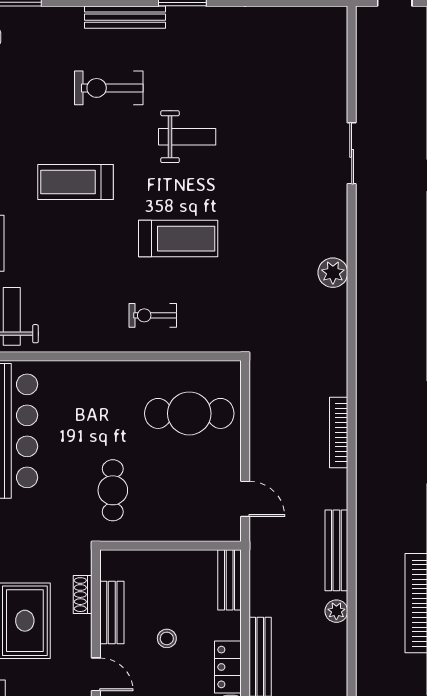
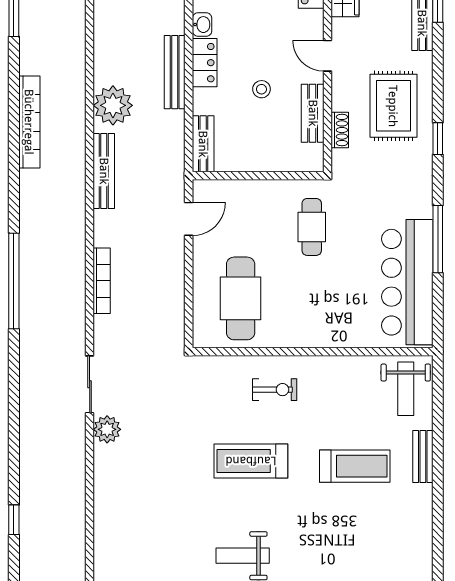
sliding door: (352, 153) -> (90, 384), moved
treadmill: (75, 182) -> (355, 466), moved
cafe table: (189, 413) -> (241, 298), turned 90
door: (245, 499) -> (189, 219), swing flipped
plant: (336, 611) -> (113, 105), width x1.87, depth x1.87

